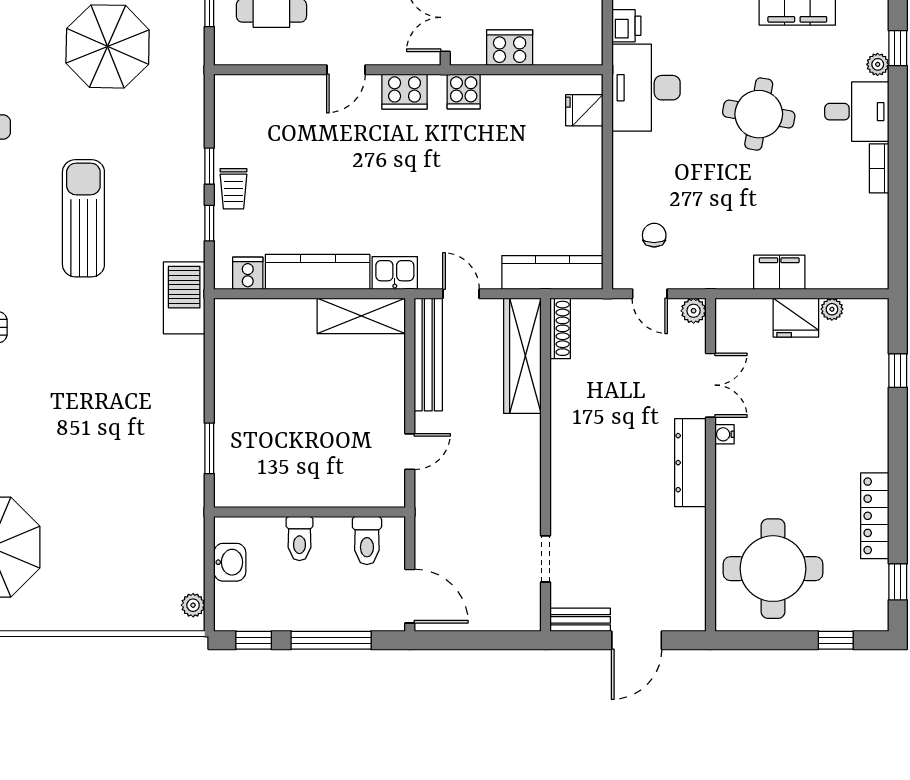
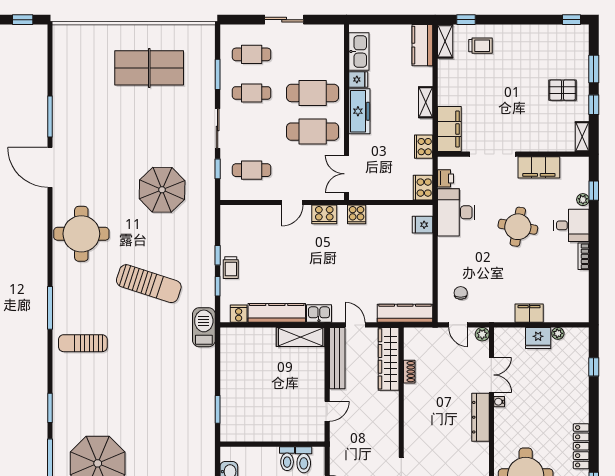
cooker: (510, 48) -> (423, 188), moved, turned -90
sun lounger: (83, 218) -> (149, 284), turned 108
shoe rack: (560, 328) -> (409, 372), moved, width x0.70
toilet: (299, 538) -> (287, 459), moved

